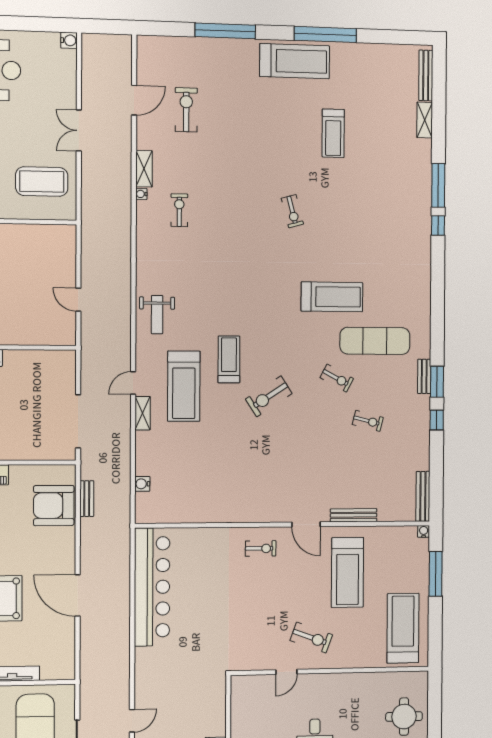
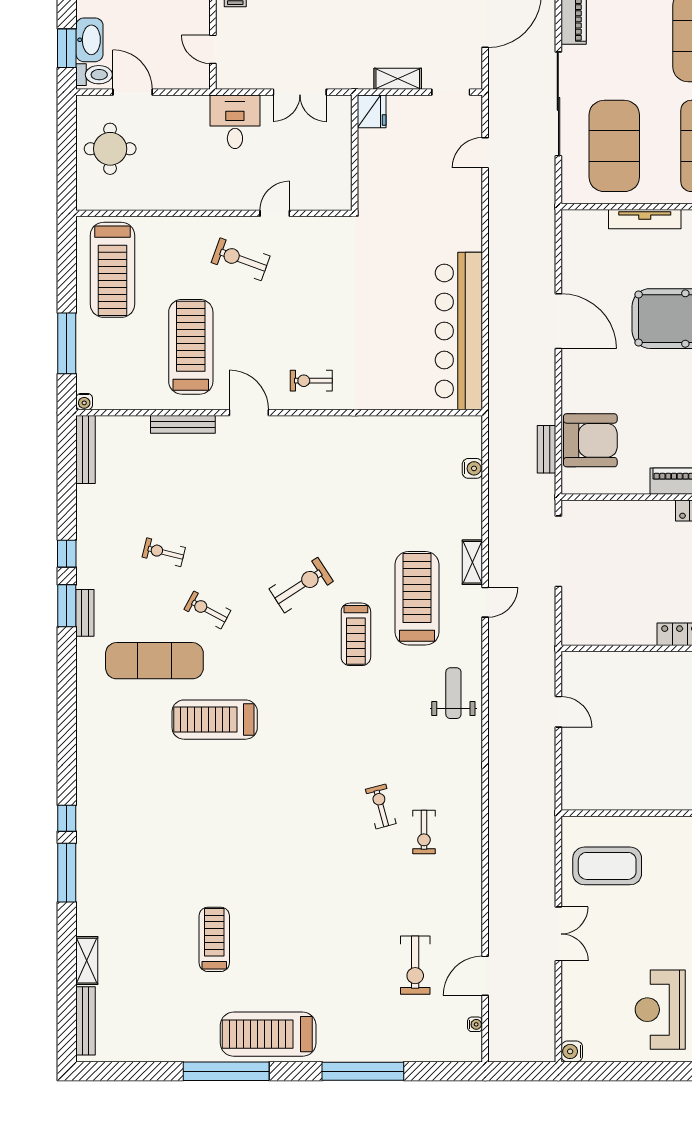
shelving: (144, 169) -> (472, 886), removed
water cooler: (141, 194) -> (475, 1024), moved
exercise bike: (292, 211) -> (381, 806), moved

